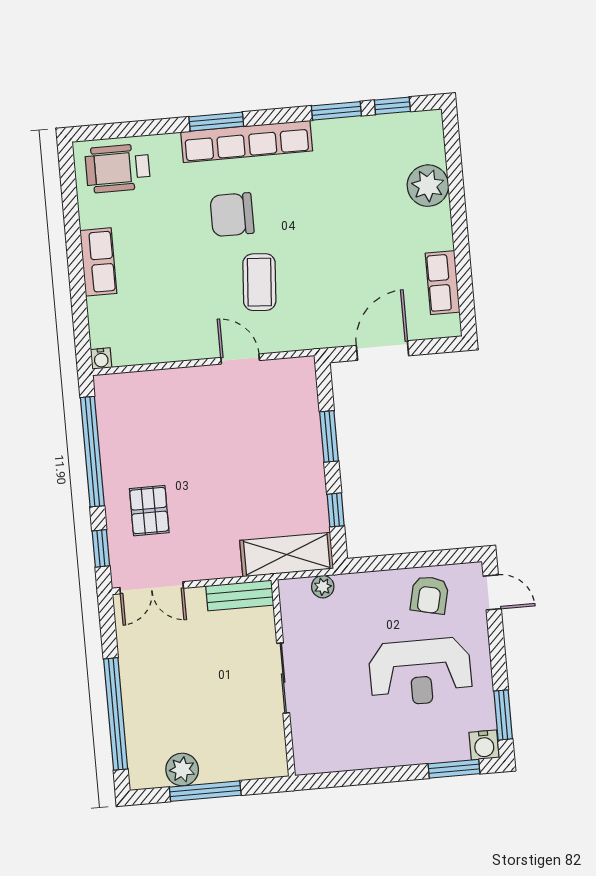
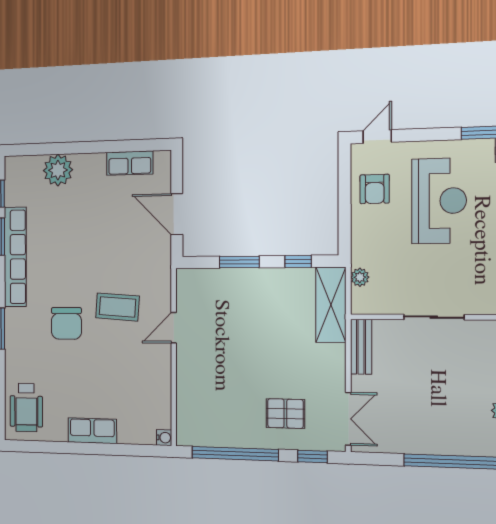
row of seats: (247, 141) -> (15, 257), moved
armchair: (430, 595) -> (375, 189), turned 77

